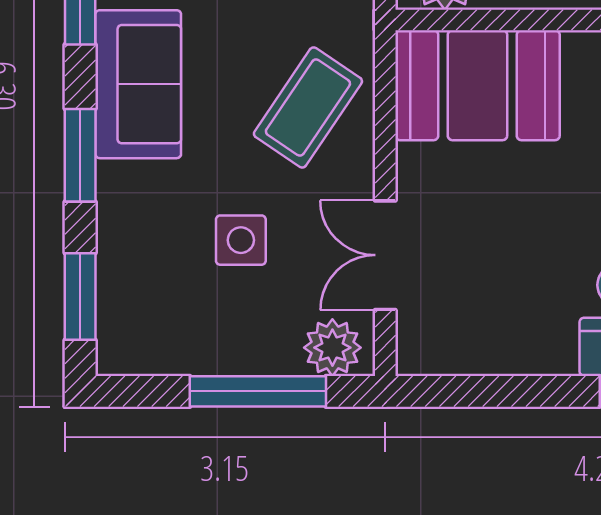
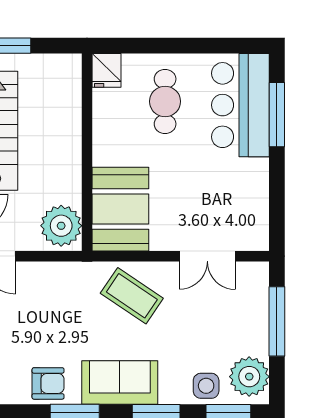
side table: (241, 240) -> (206, 386), moved
plant: (332, 348) -> (249, 377), moved, width x1.36, depth x1.36

